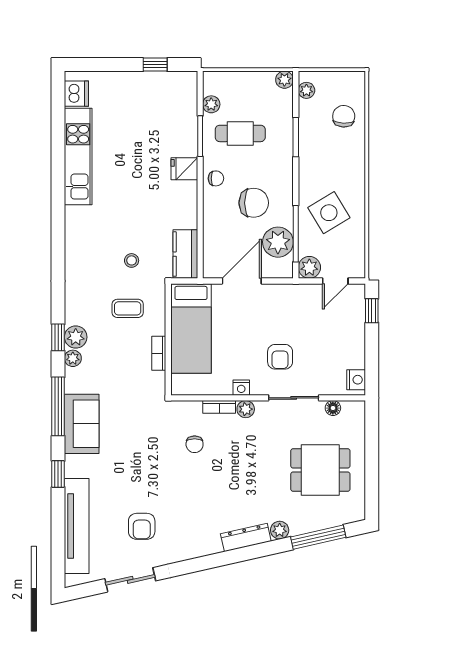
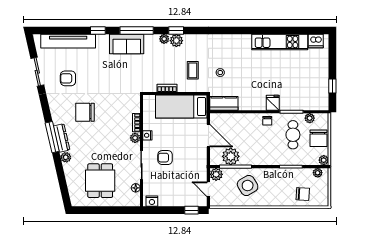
chair: (254, 203) -> (319, 138), moved
chair: (195, 444) -> (85, 112), moved, width x1.87, depth x1.87
window: (318, 537) -> (52, 137), moved

